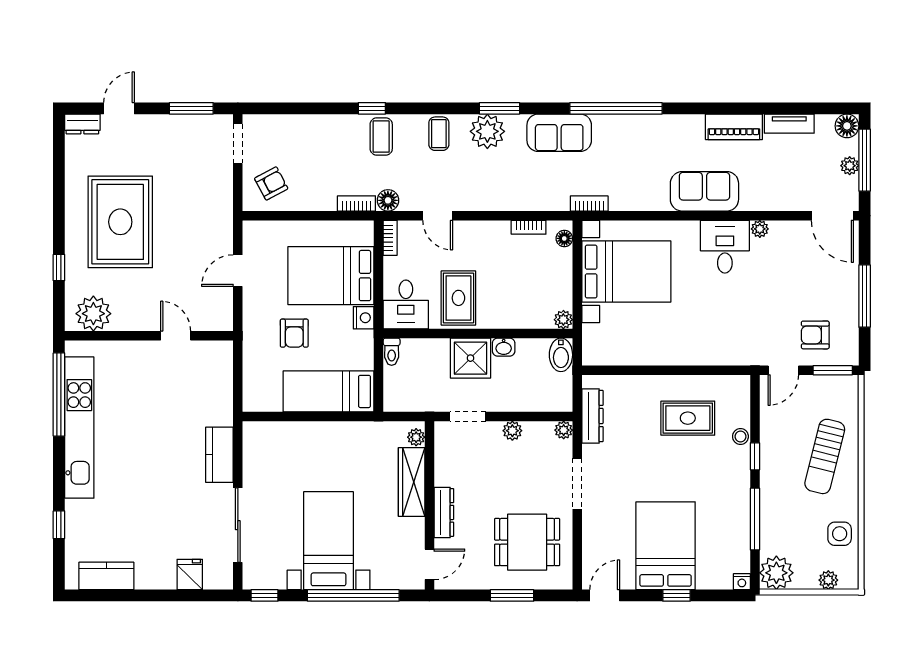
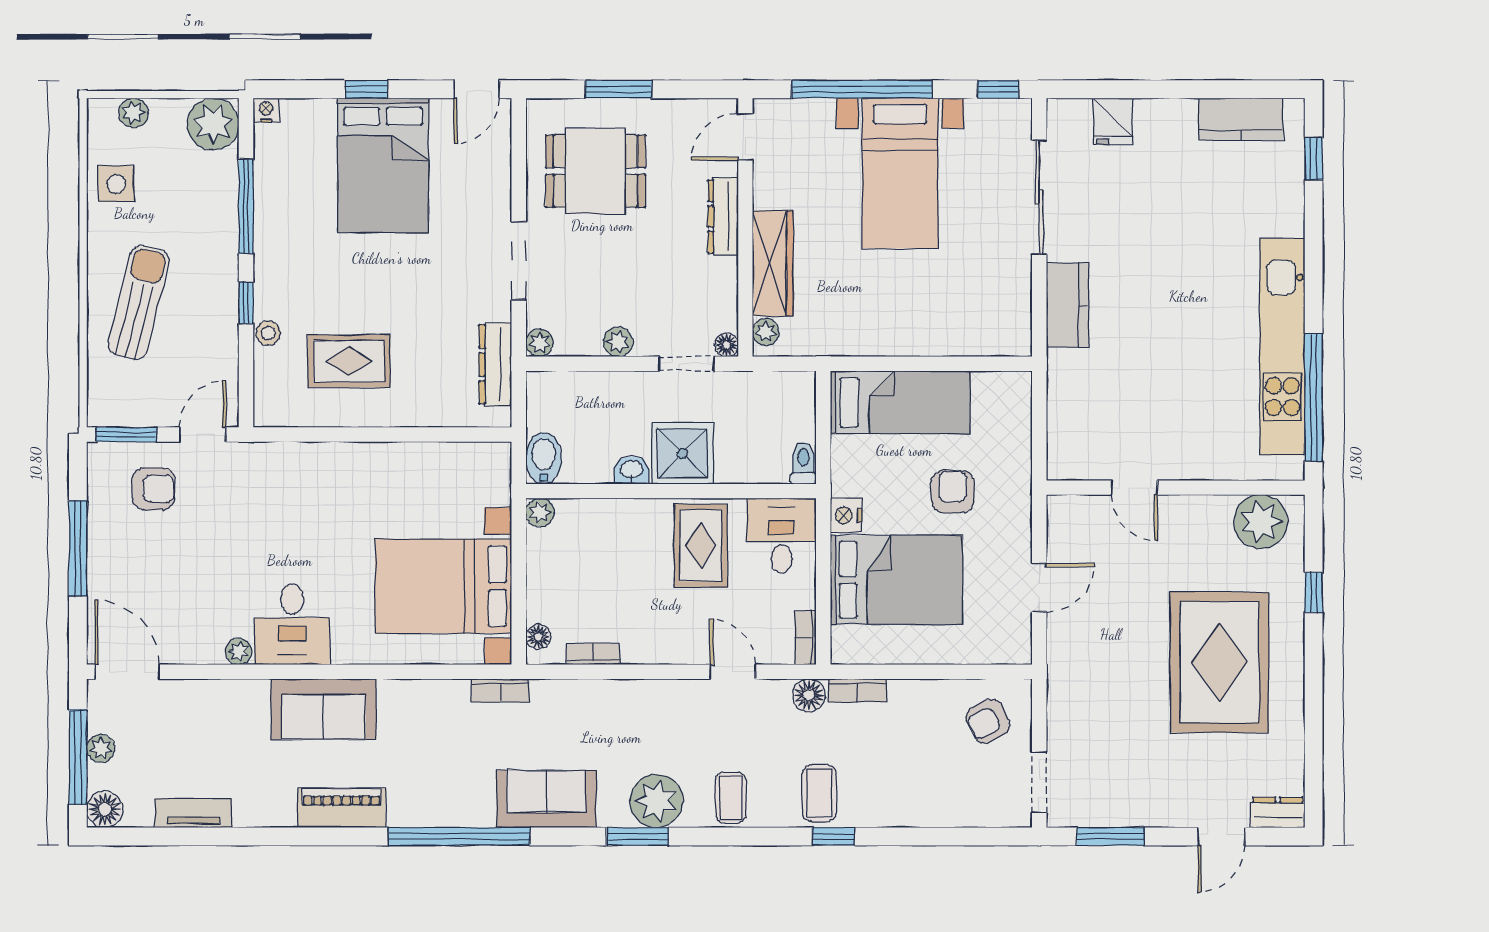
piano: (734, 127) -> (342, 808), moved
floor lamp: (442, 429) -> (727, 345), added
window: (59, 525) -> (1314, 159), moved

